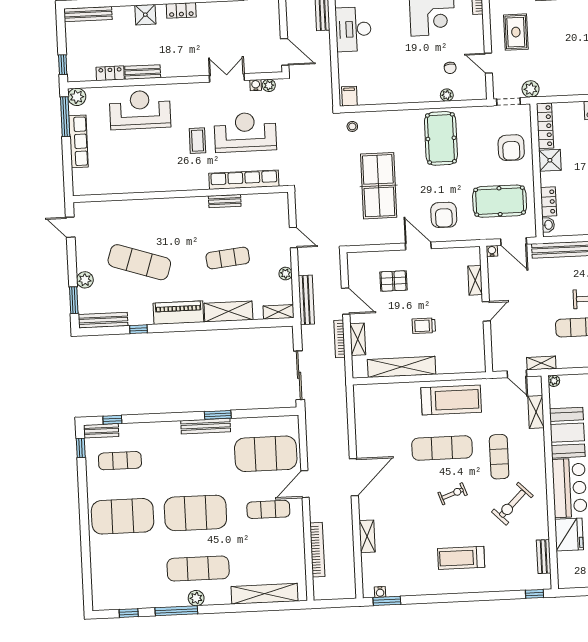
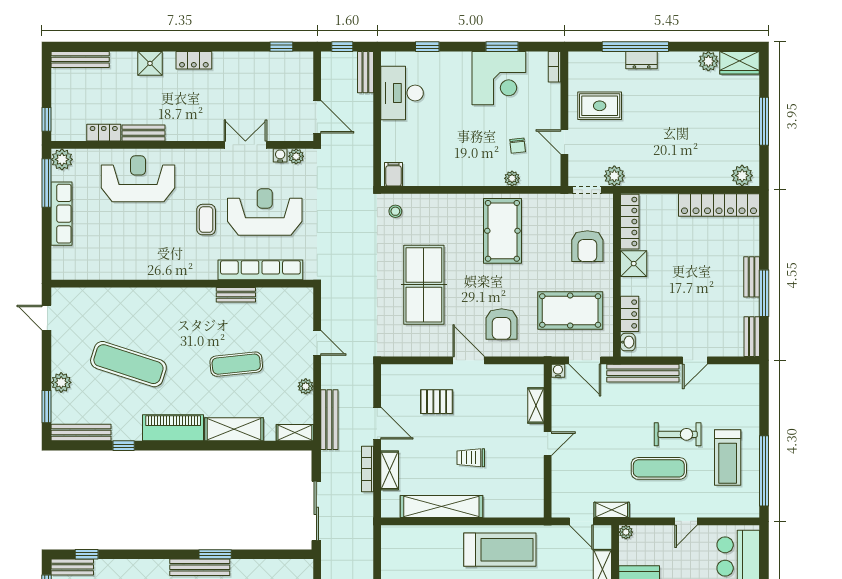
rug: (516, 32) -> (600, 106), turned 90

